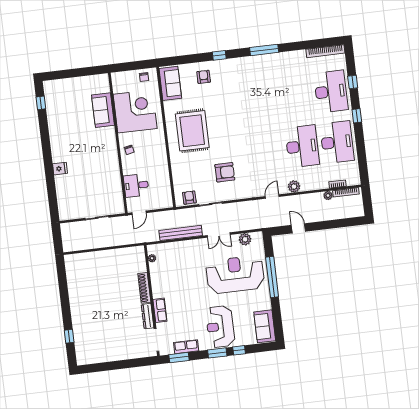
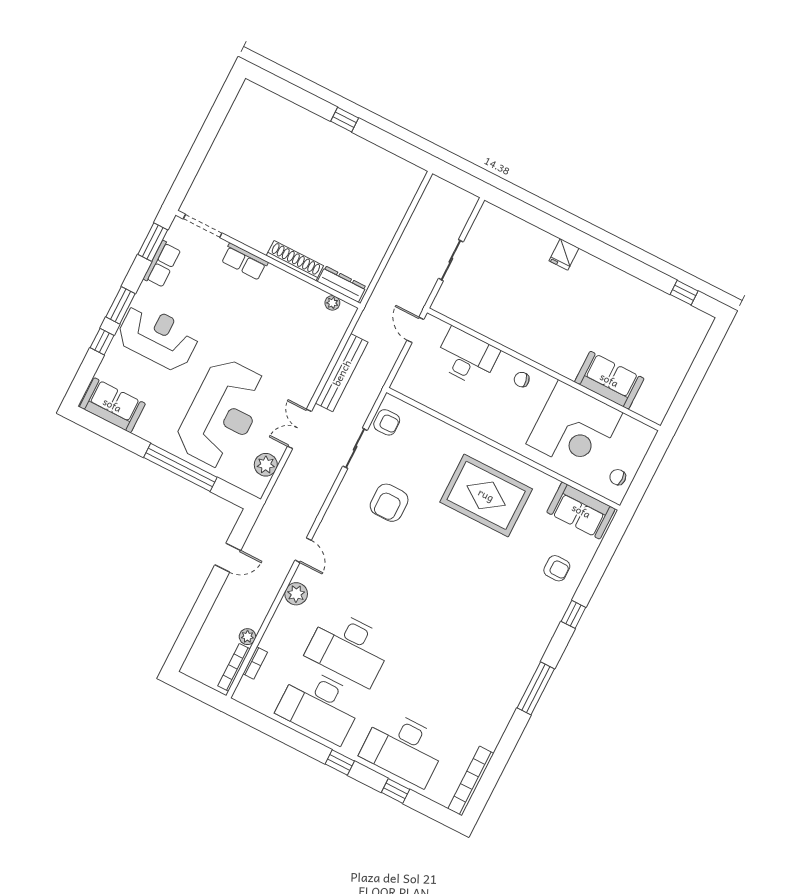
desk: (136, 185) -> (467, 357), width x1.37
dresser: (148, 316) -> (342, 284), moved
window: (69, 336) -> (345, 120), moved

